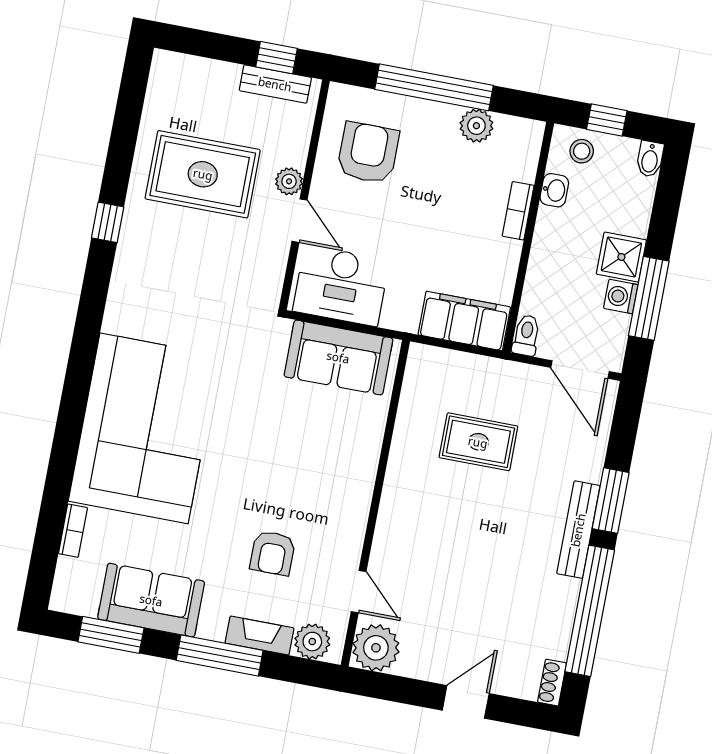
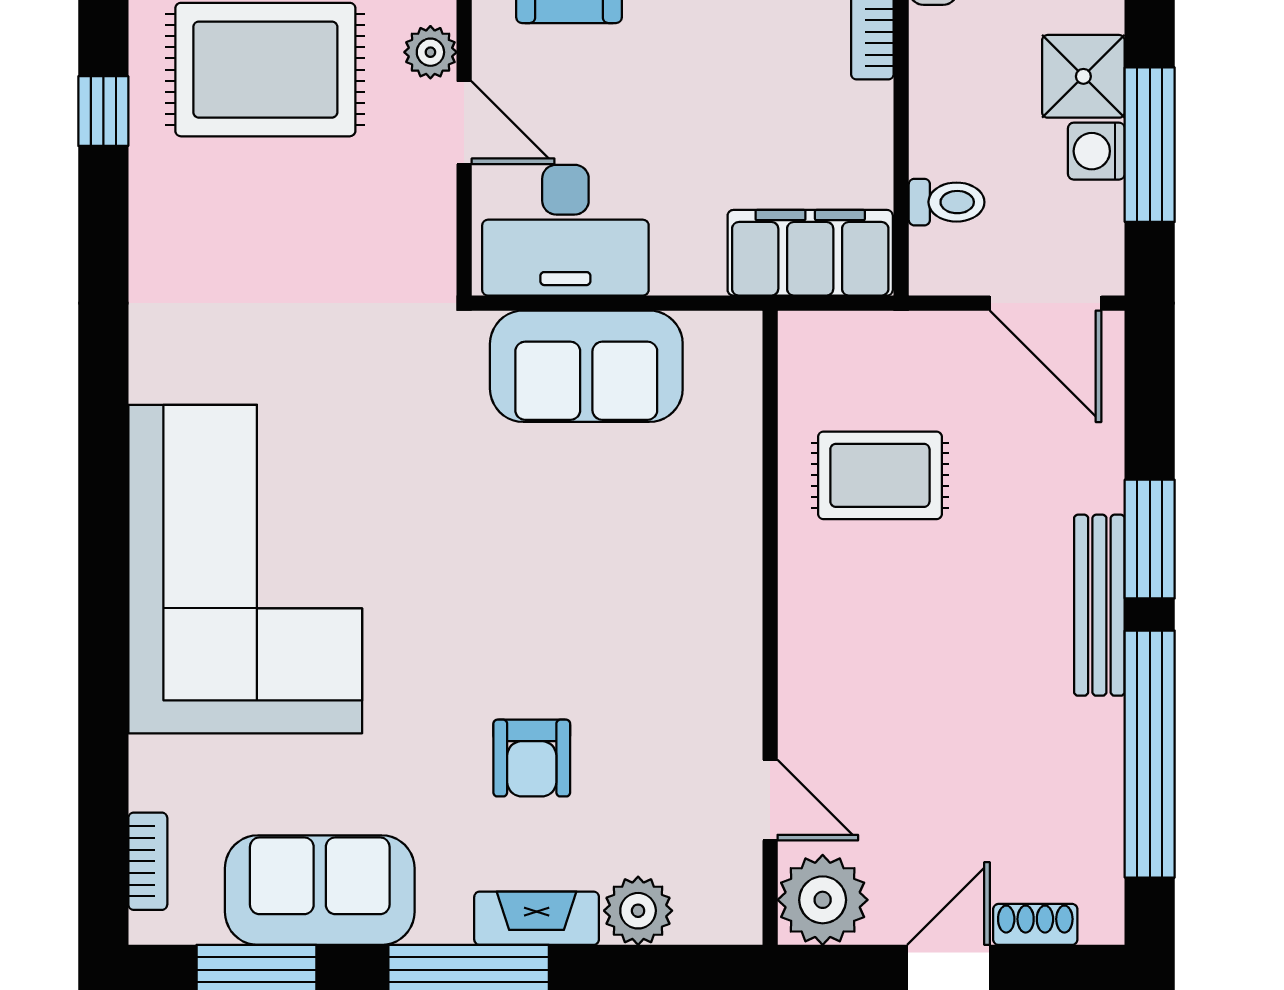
window: (108, 222) -> (103, 111), moved
toilet: (526, 335) -> (947, 202), moved, turned 90
wall: (375, 503) -> (770, 628), moved
bookcase: (73, 531) -> (148, 861), moved
door: (359, 592) -> (770, 800), moved
plant: (376, 648) -> (823, 900), moved
shoe rack: (552, 683) -> (1035, 924), moved, turned 90

